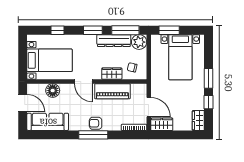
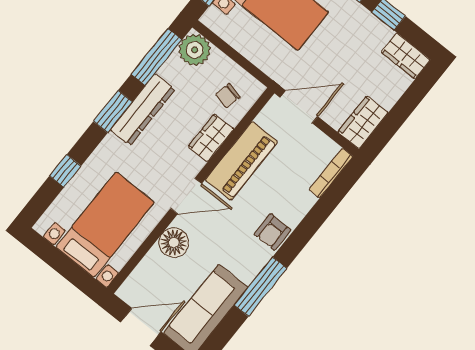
dresser: (114, 41) -> (143, 110), moved
floor lamp: (53, 91) -> (174, 243), moved
door: (149, 107) -> (299, 107), moved
window: (93, 135) -> (260, 287), moved

